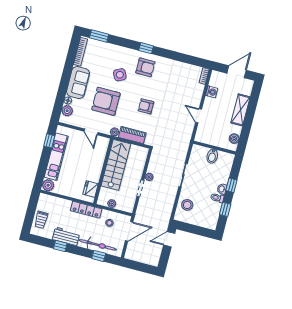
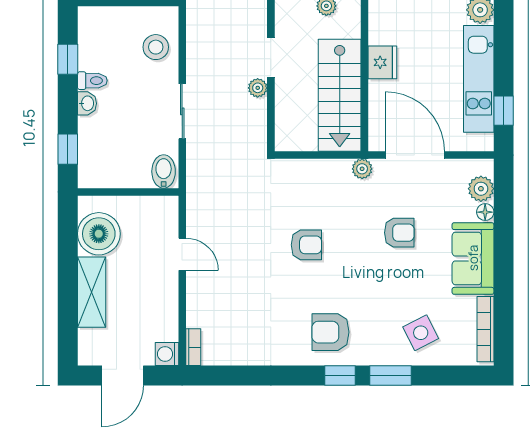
window: (99, 36) -> (390, 375), moved
side table: (120, 75) -> (421, 333), moved
washing machine: (212, 92) -> (167, 354), moved
armchair: (106, 101) -> (399, 233), width x0.53, depth x0.53
door: (91, 132) -> (415, 155), width x1.87
piano: (132, 135) -> (320, 172), removed
boiler: (234, 139) -> (99, 234), width x1.86, depth x1.86
bidet: (212, 156) -> (164, 171), moved
window: (231, 185) -> (68, 149), moved
fridge: (91, 189) -> (382, 62), moved

